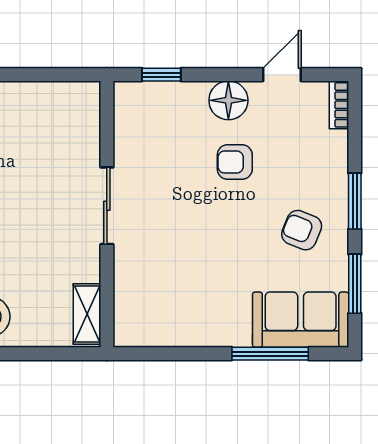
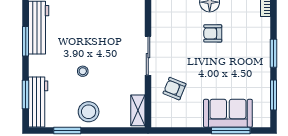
armchair: (302, 230) -> (174, 89), moved
sofa: (301, 320) -> (228, 113), moved

